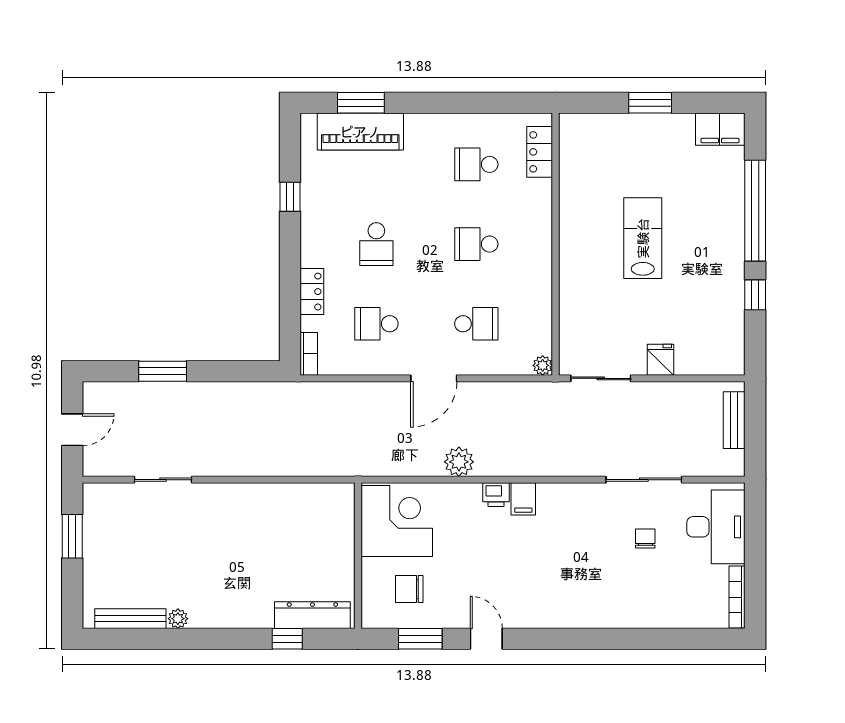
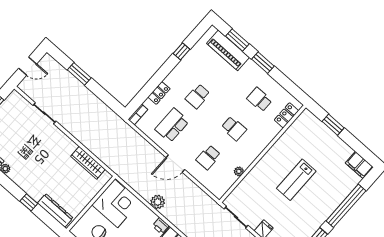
window: (431, 103) -> (263, 63), added
window: (650, 103) -> (333, 125), moved
lab bench: (643, 238) -> (296, 180), turned 180
school desk: (476, 244) -> (234, 128), turned 180
school desk: (376, 324) -> (172, 125), width x1.85
school desk: (476, 324) -> (208, 157), turned 90
plant: (543, 365) -> (239, 171), moved
wardrobe: (298, 497) -> (88, 163), added
window: (287, 639) -> (29, 202), moved

